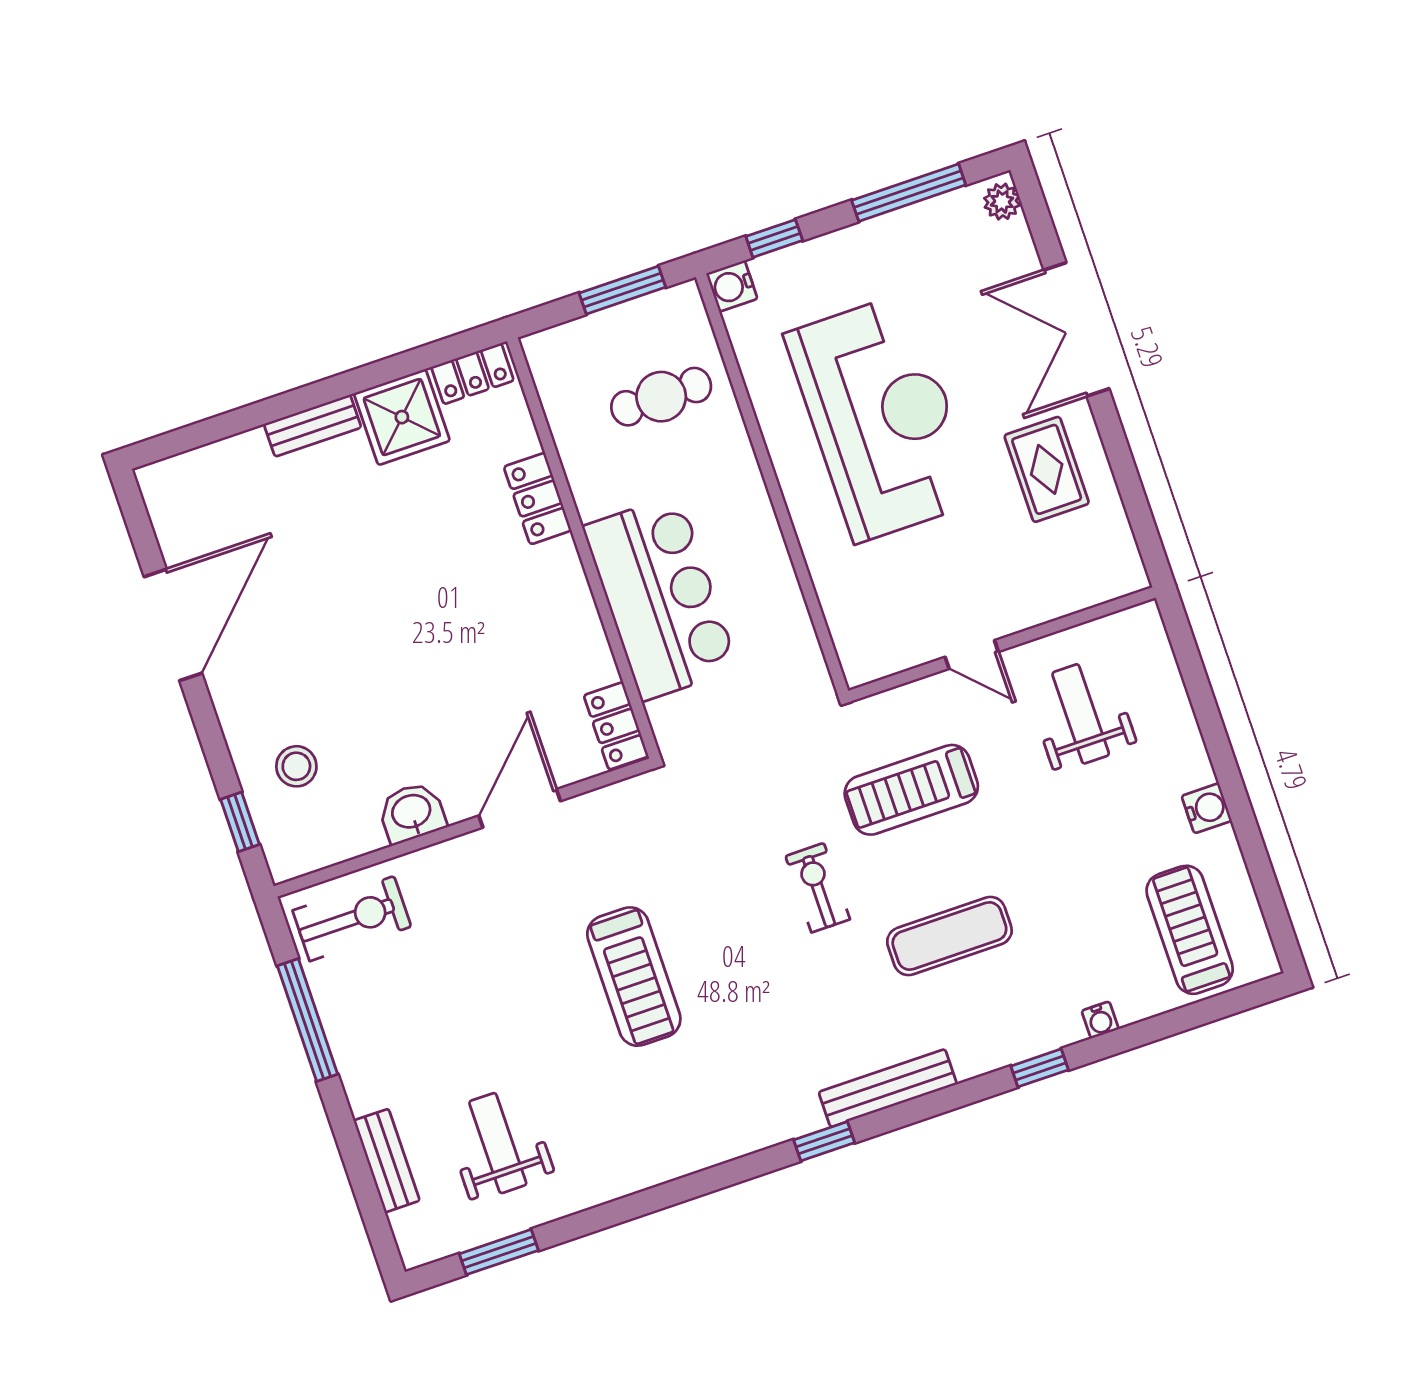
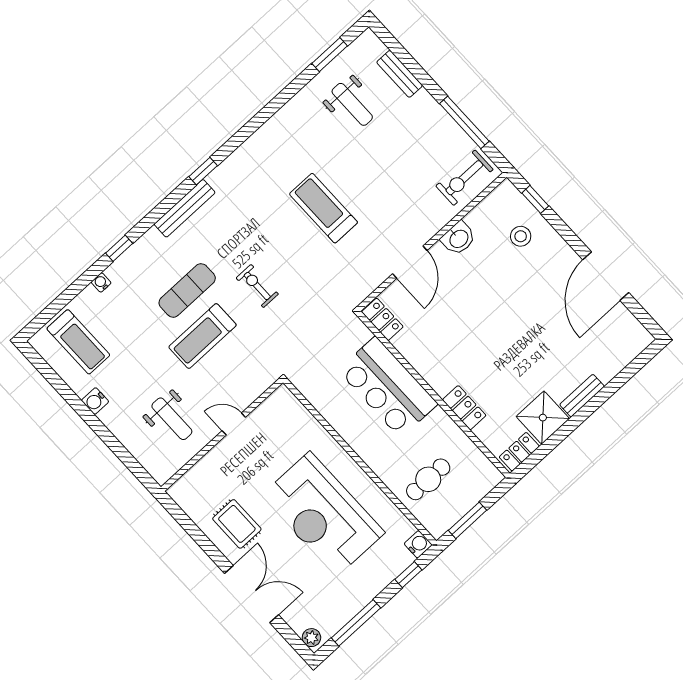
treadmill: (911, 790) -> (202, 336), moved, turned 180
exercise bike: (818, 888) -> (257, 286), turned 180

